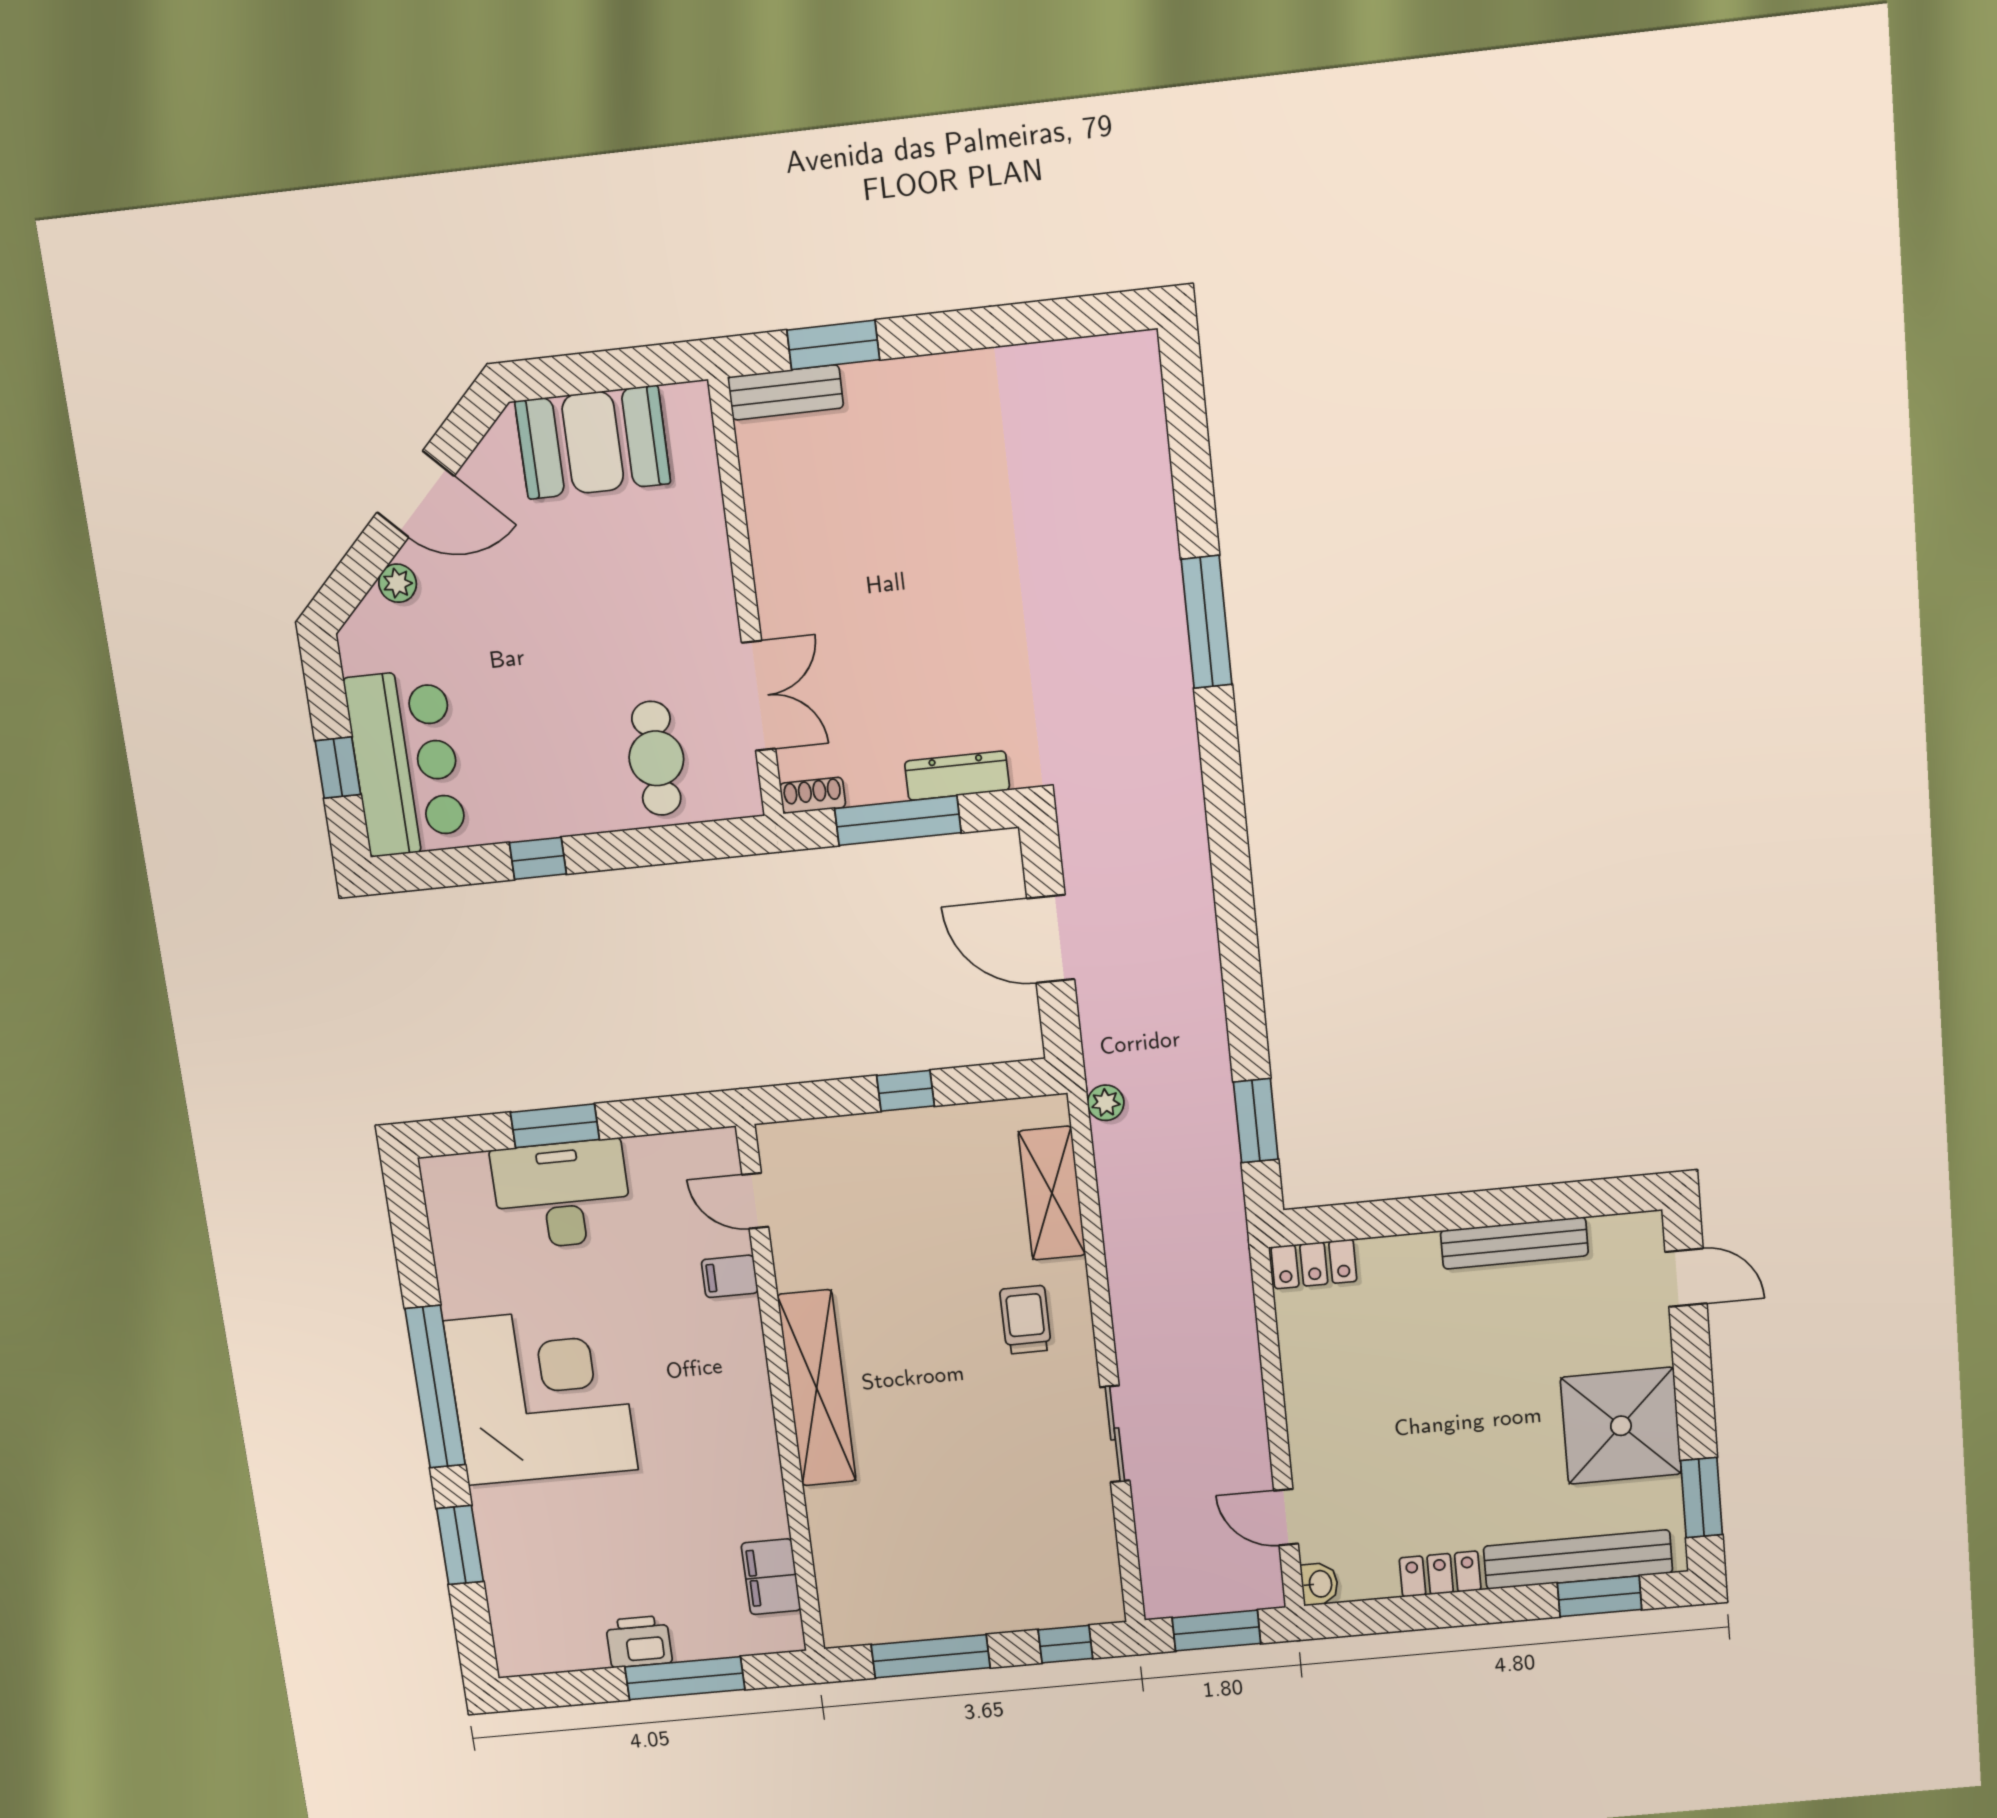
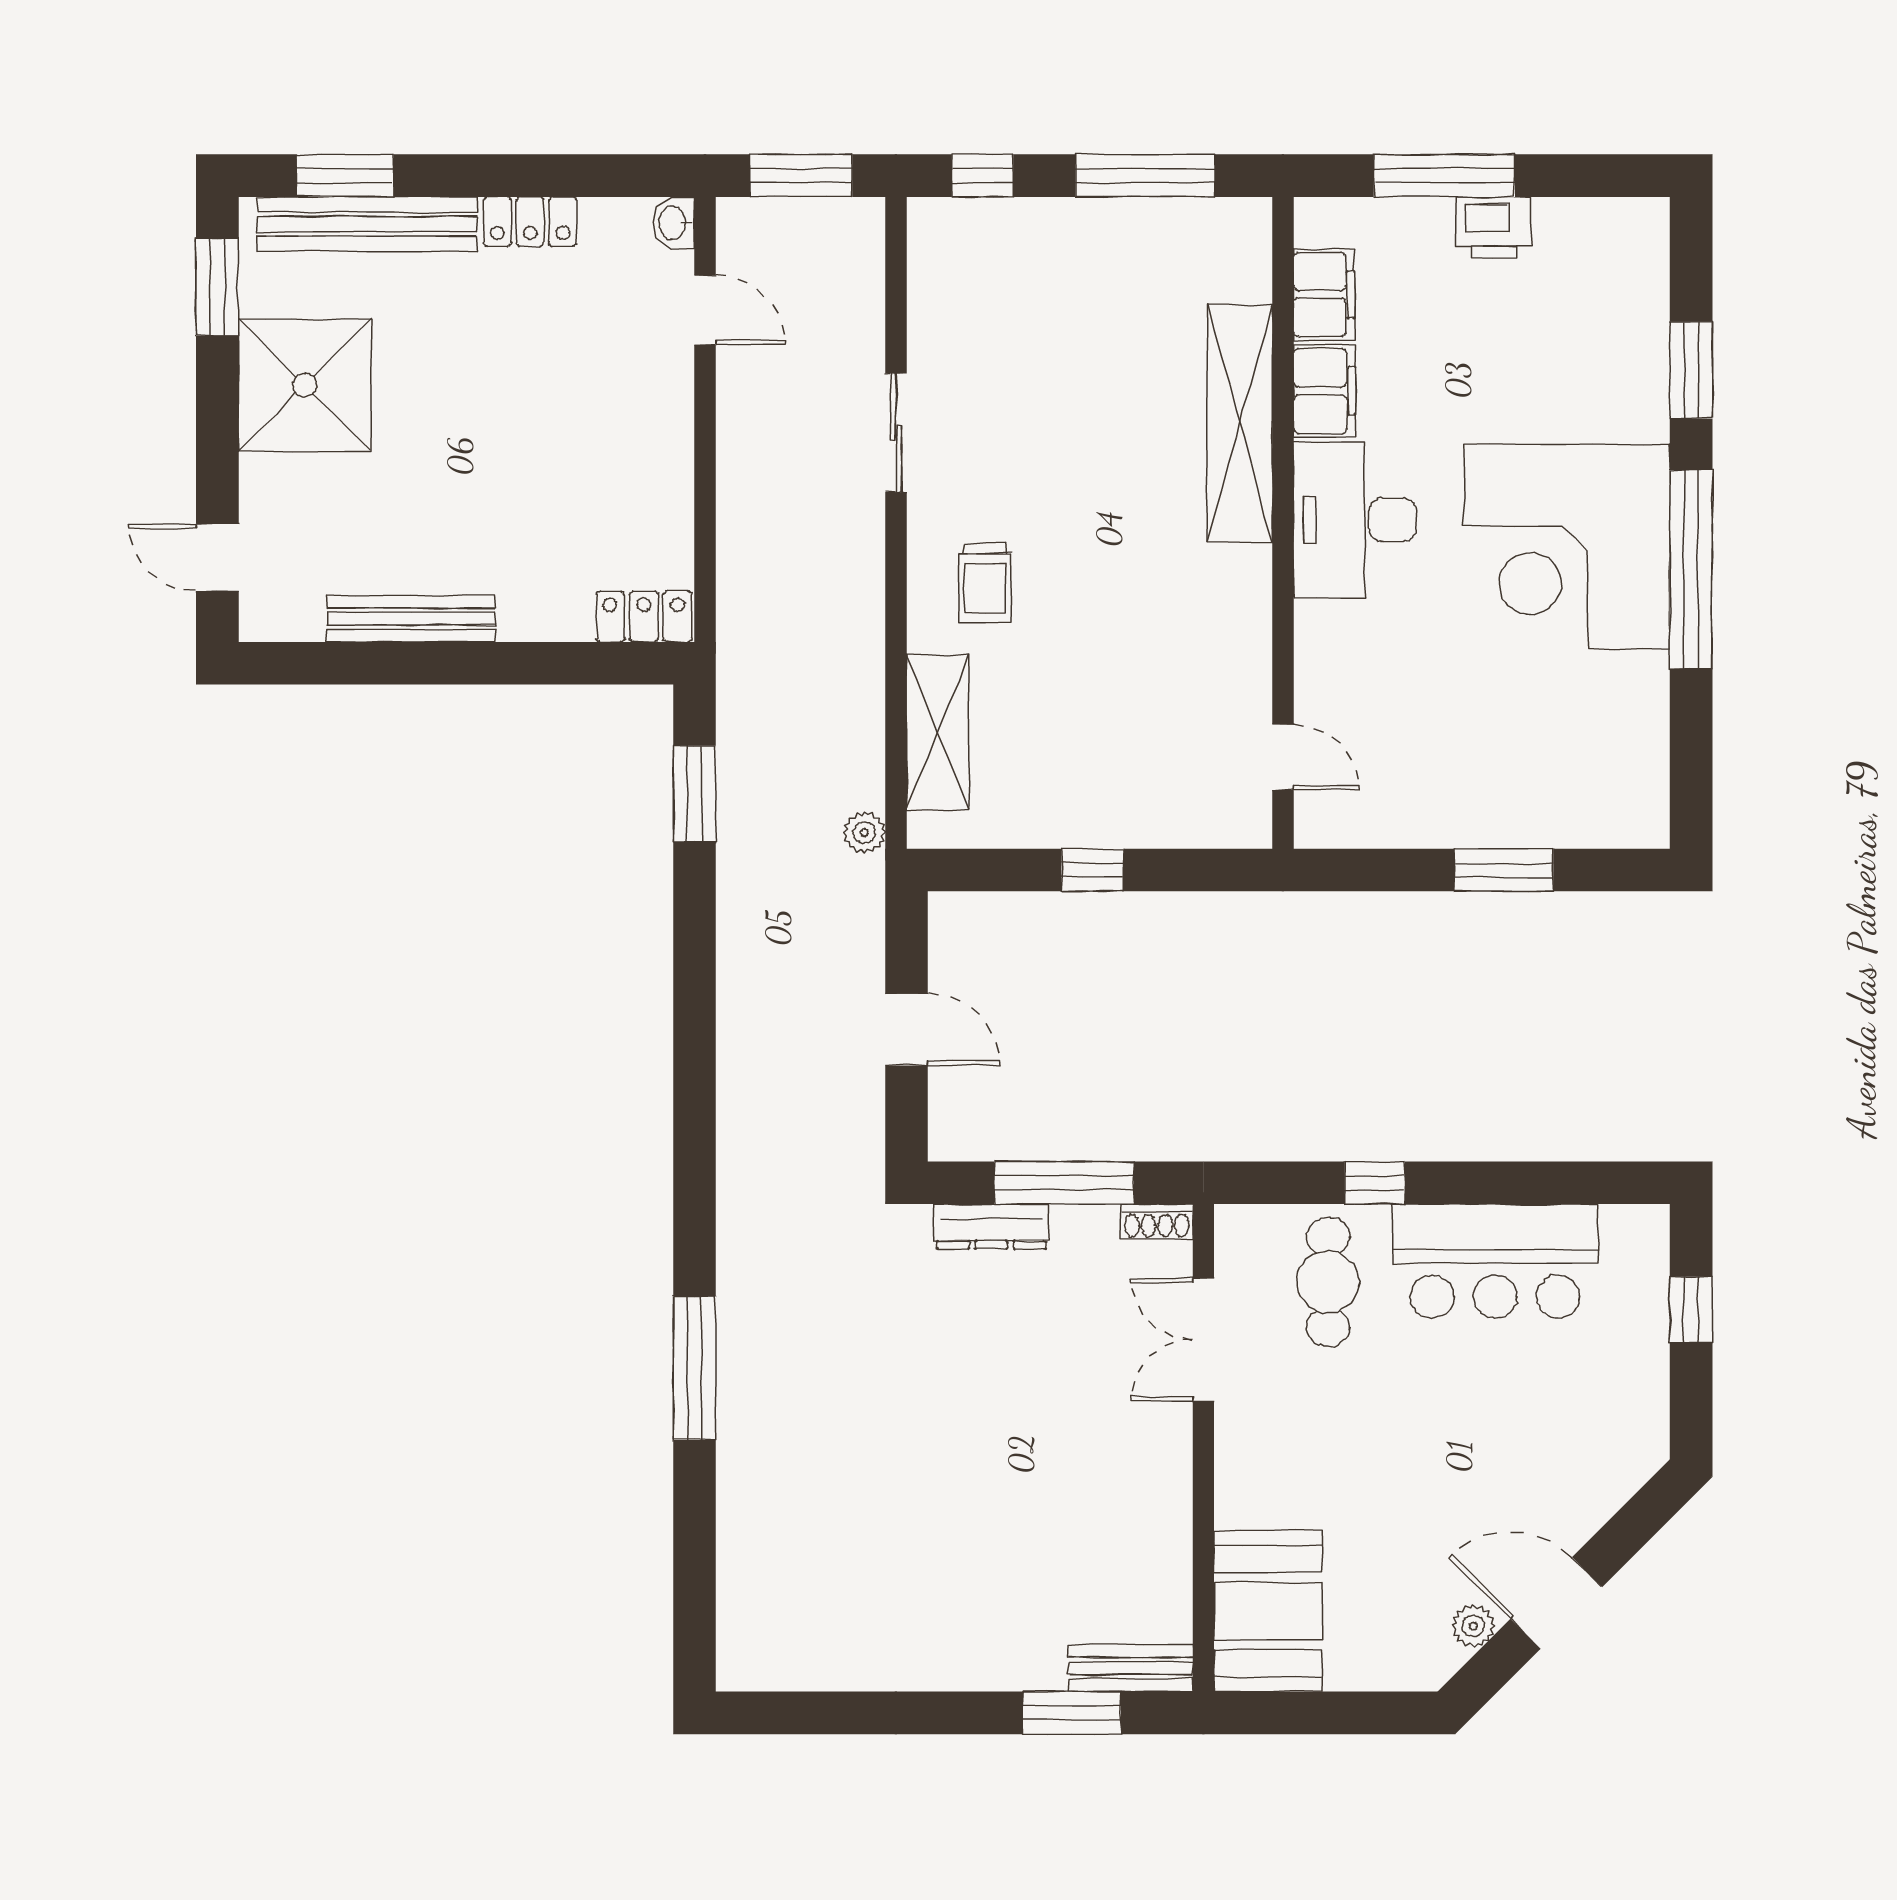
booth: (593, 442) -> (1268, 1611), moved, turned 90
plant: (398, 583) -> (1473, 1626), moved
bar counter: (406, 763) -> (1495, 1261), moved, turned -90
window: (538, 858) -> (1375, 1183), moved
door: (1051, 939) -> (907, 1030), width x0.73
desk: (562, 1194) -> (1355, 520), moved, turned 90
filing cabinet: (730, 1276) -> (1325, 391), moved, width x2.00
shelving: (817, 1388) -> (1240, 423), moved

